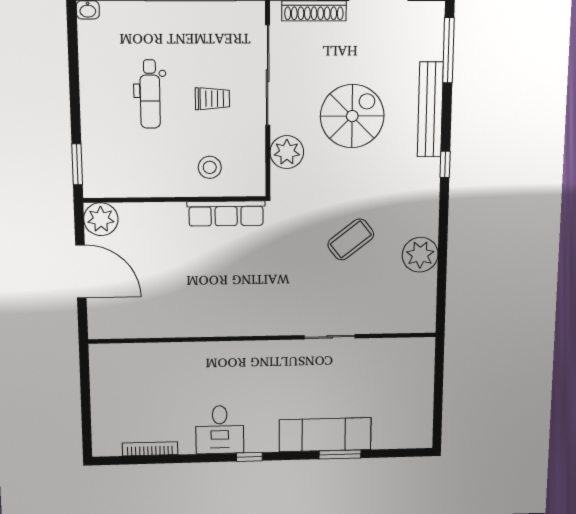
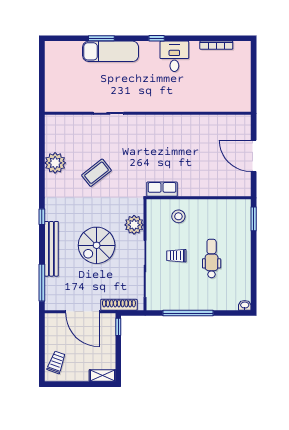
row of seats: (226, 213) -> (162, 189), width x0.68
plant: (101, 219) -> (241, 187), removed

